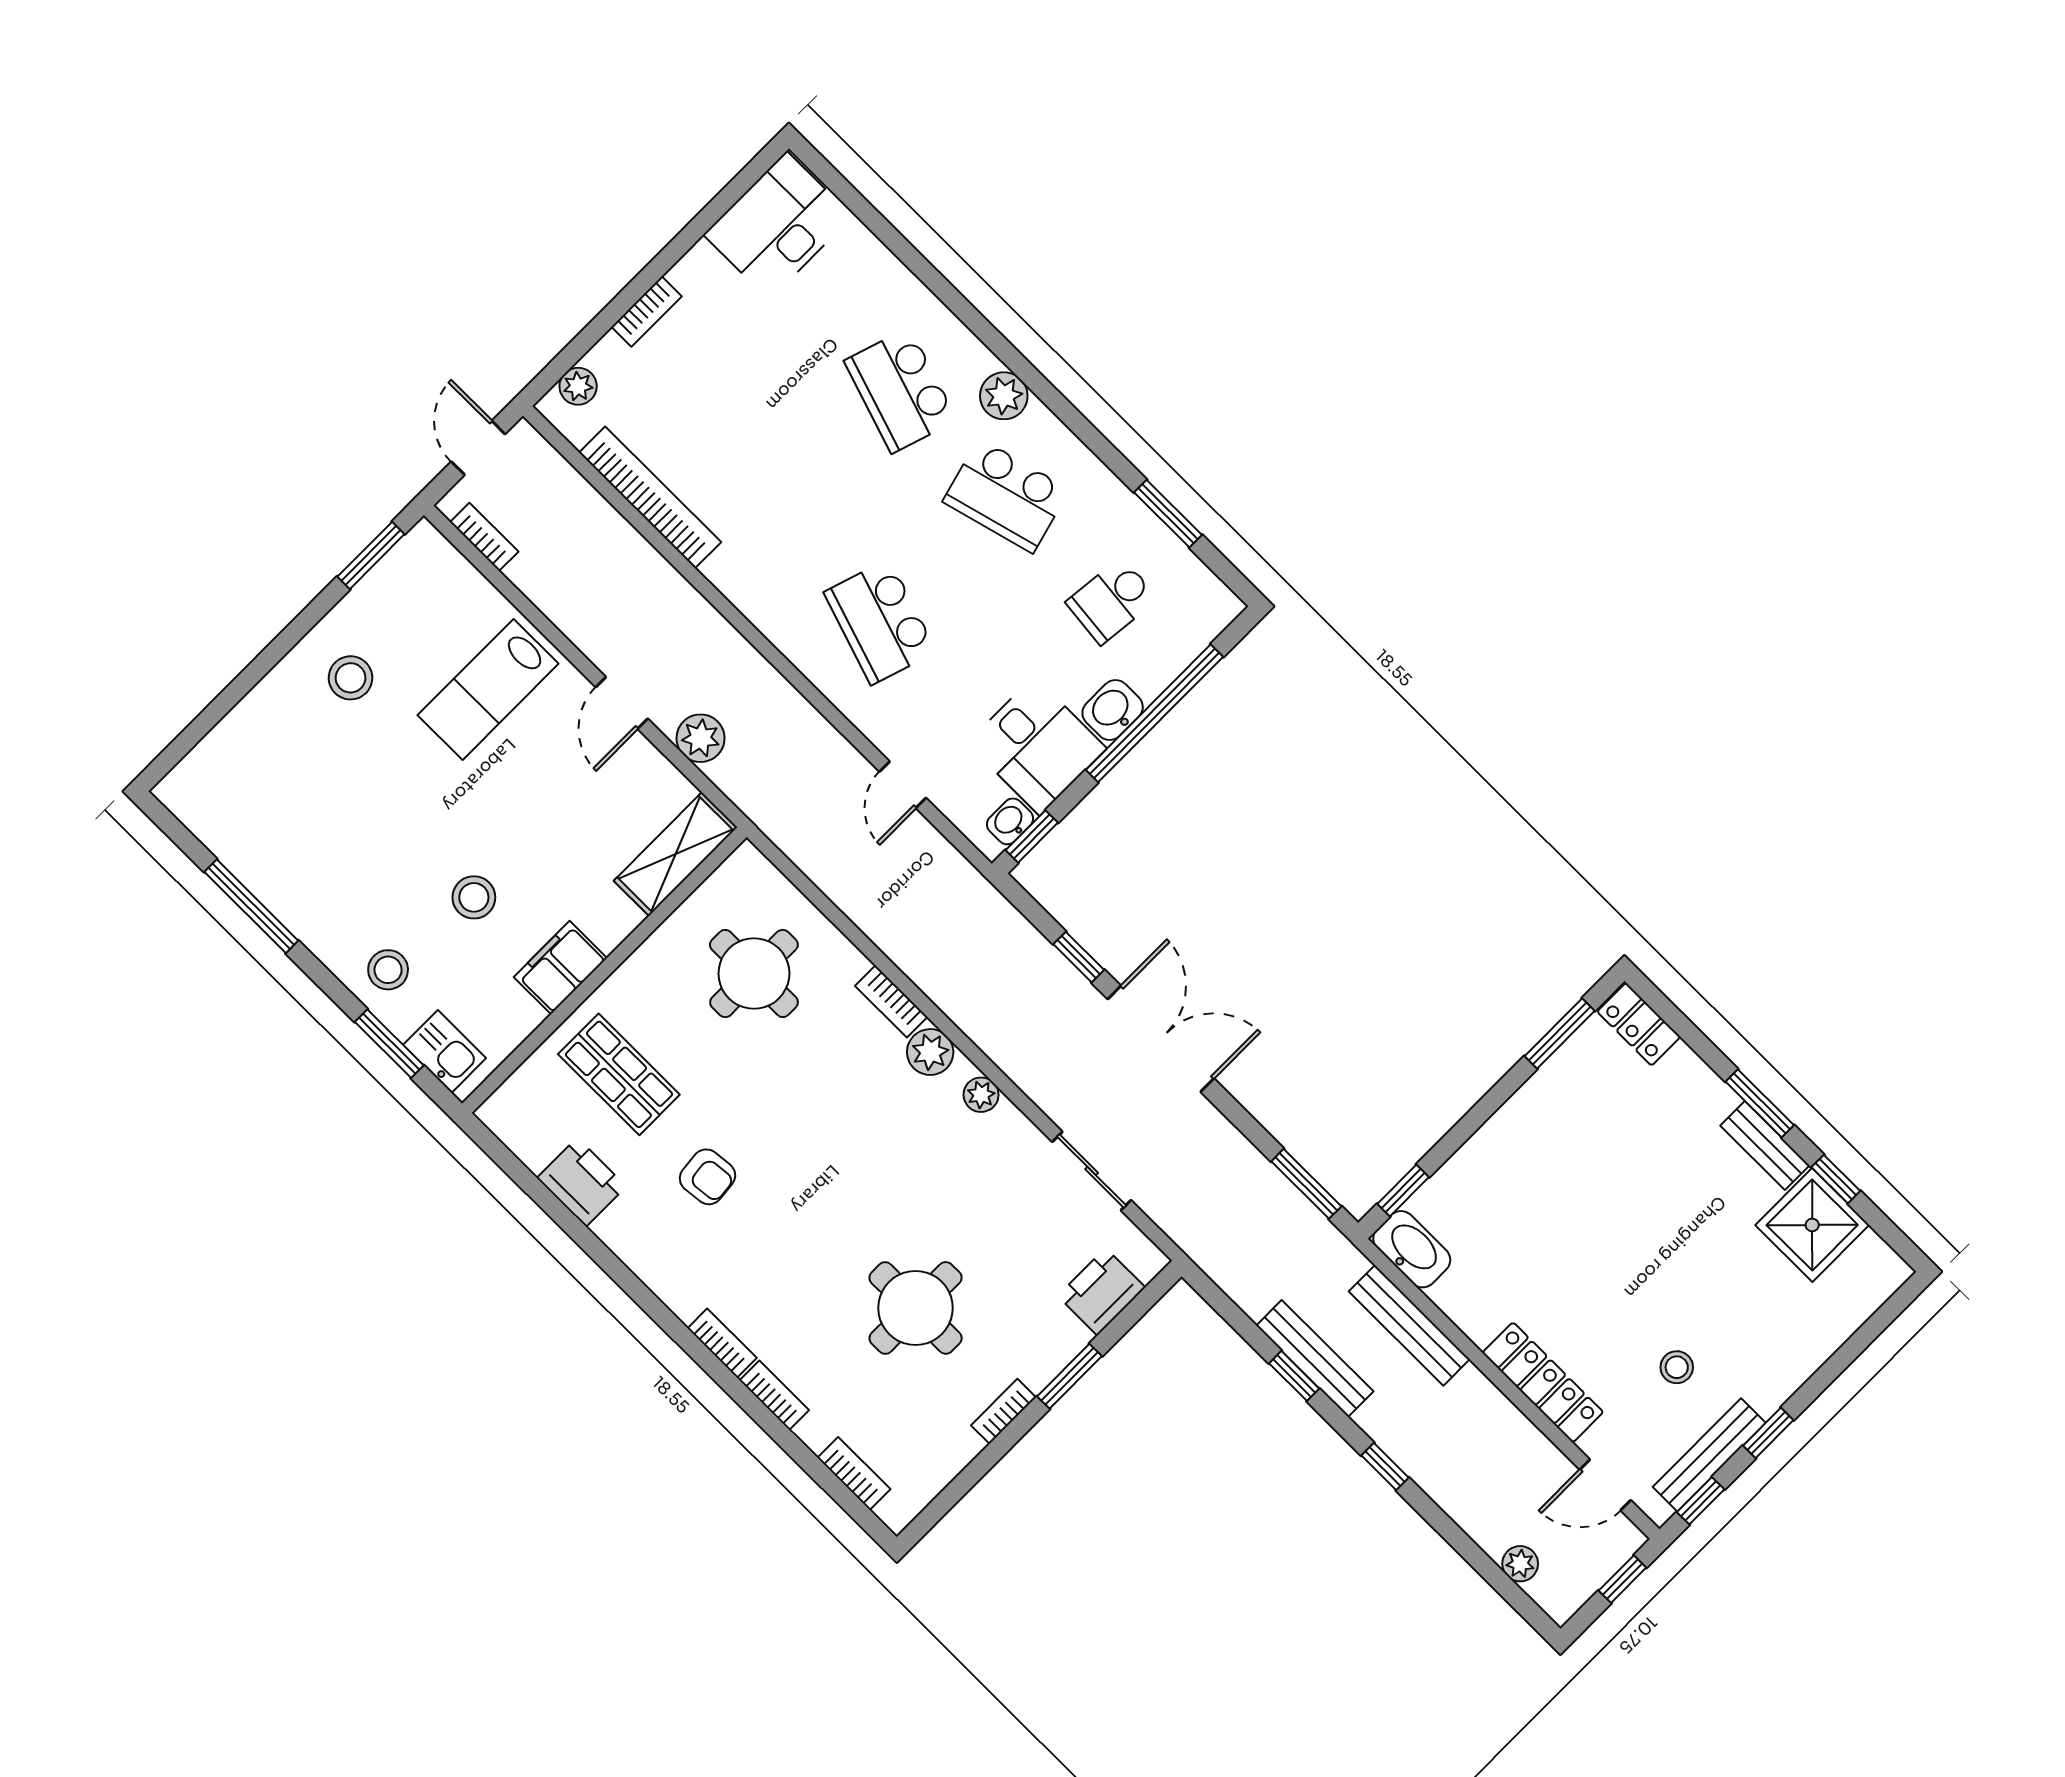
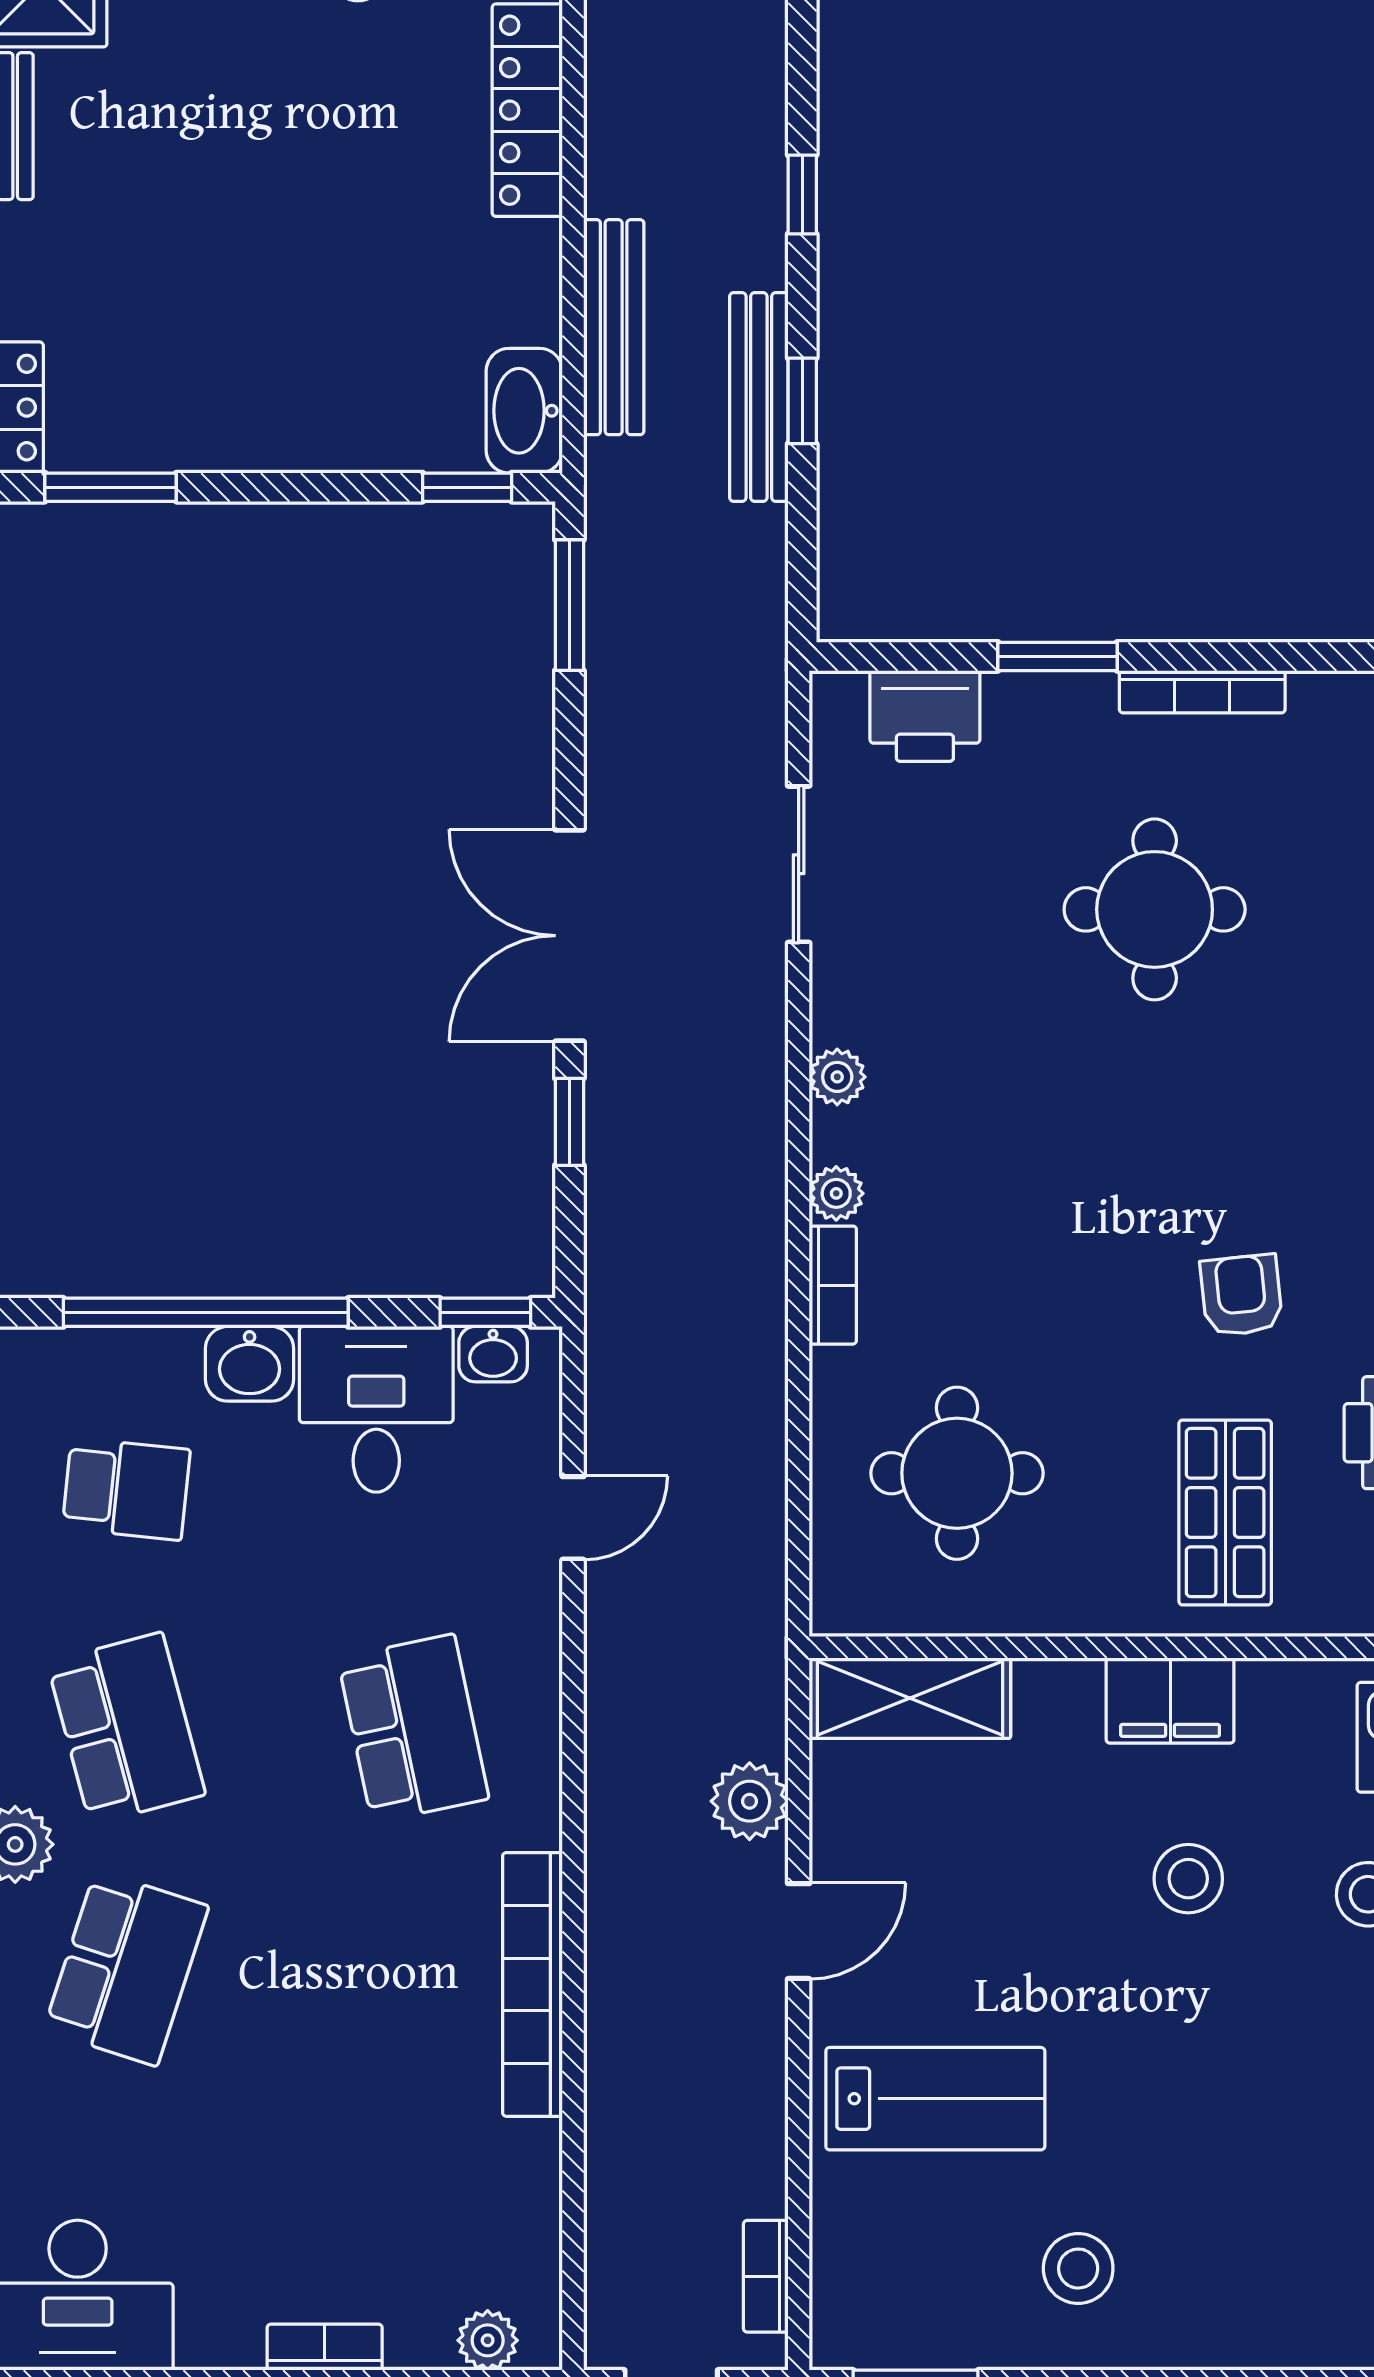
bookcase: (650, 497) -> (532, 1984), moved
school desk: (880, 622) -> (413, 1729), turned -30
plant: (930, 1052) -> (836, 1193), width x0.73, depth x0.73
bookcase: (1004, 1411) -> (1202, 692), width x1.56

